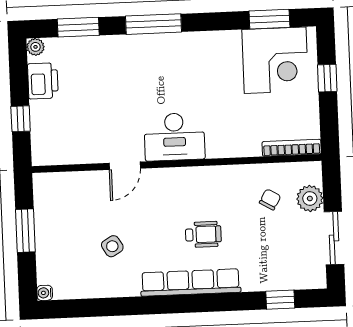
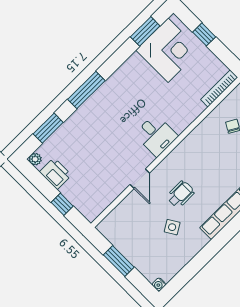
desk: (174, 137) -> (156, 135), width x0.73
wheelchair: (203, 234) -> (181, 194), moved

